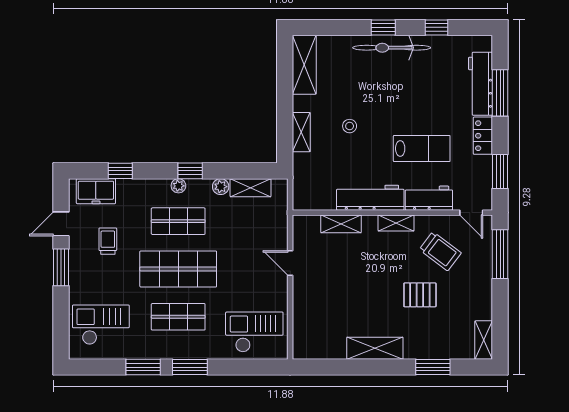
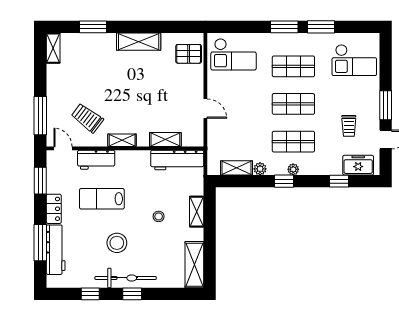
stool: (403, 92) -> (117, 243), added
workbench: (370, 198) -> (177, 160), moved
shop shelf: (178, 269) -> (293, 104), width x0.70, depth x0.74
pallet: (420, 295) -> (189, 54), moved

